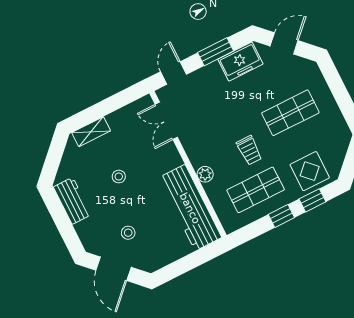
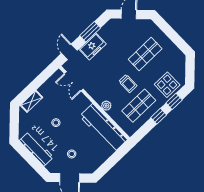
freezer: (240, 62) -> (92, 46), moved
workbench: (72, 201) -> (36, 149), width x1.38

